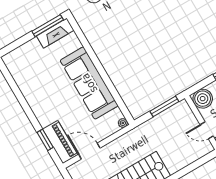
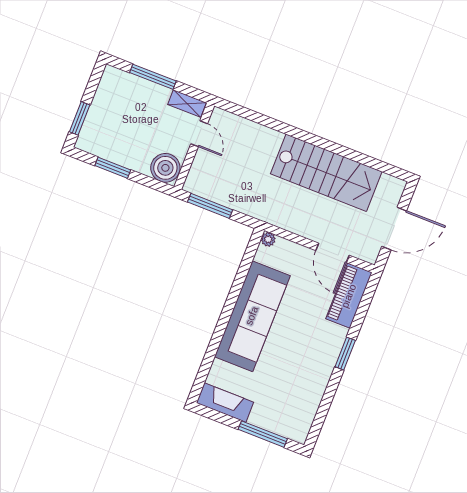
window: (48, 26) -> (263, 434), moved
window: (45, 140) -> (345, 354), moved

